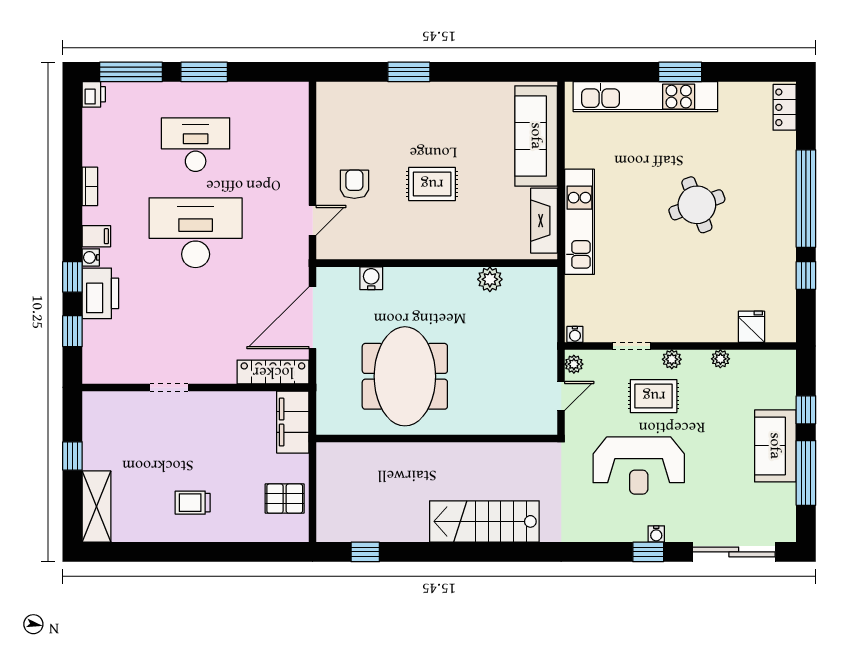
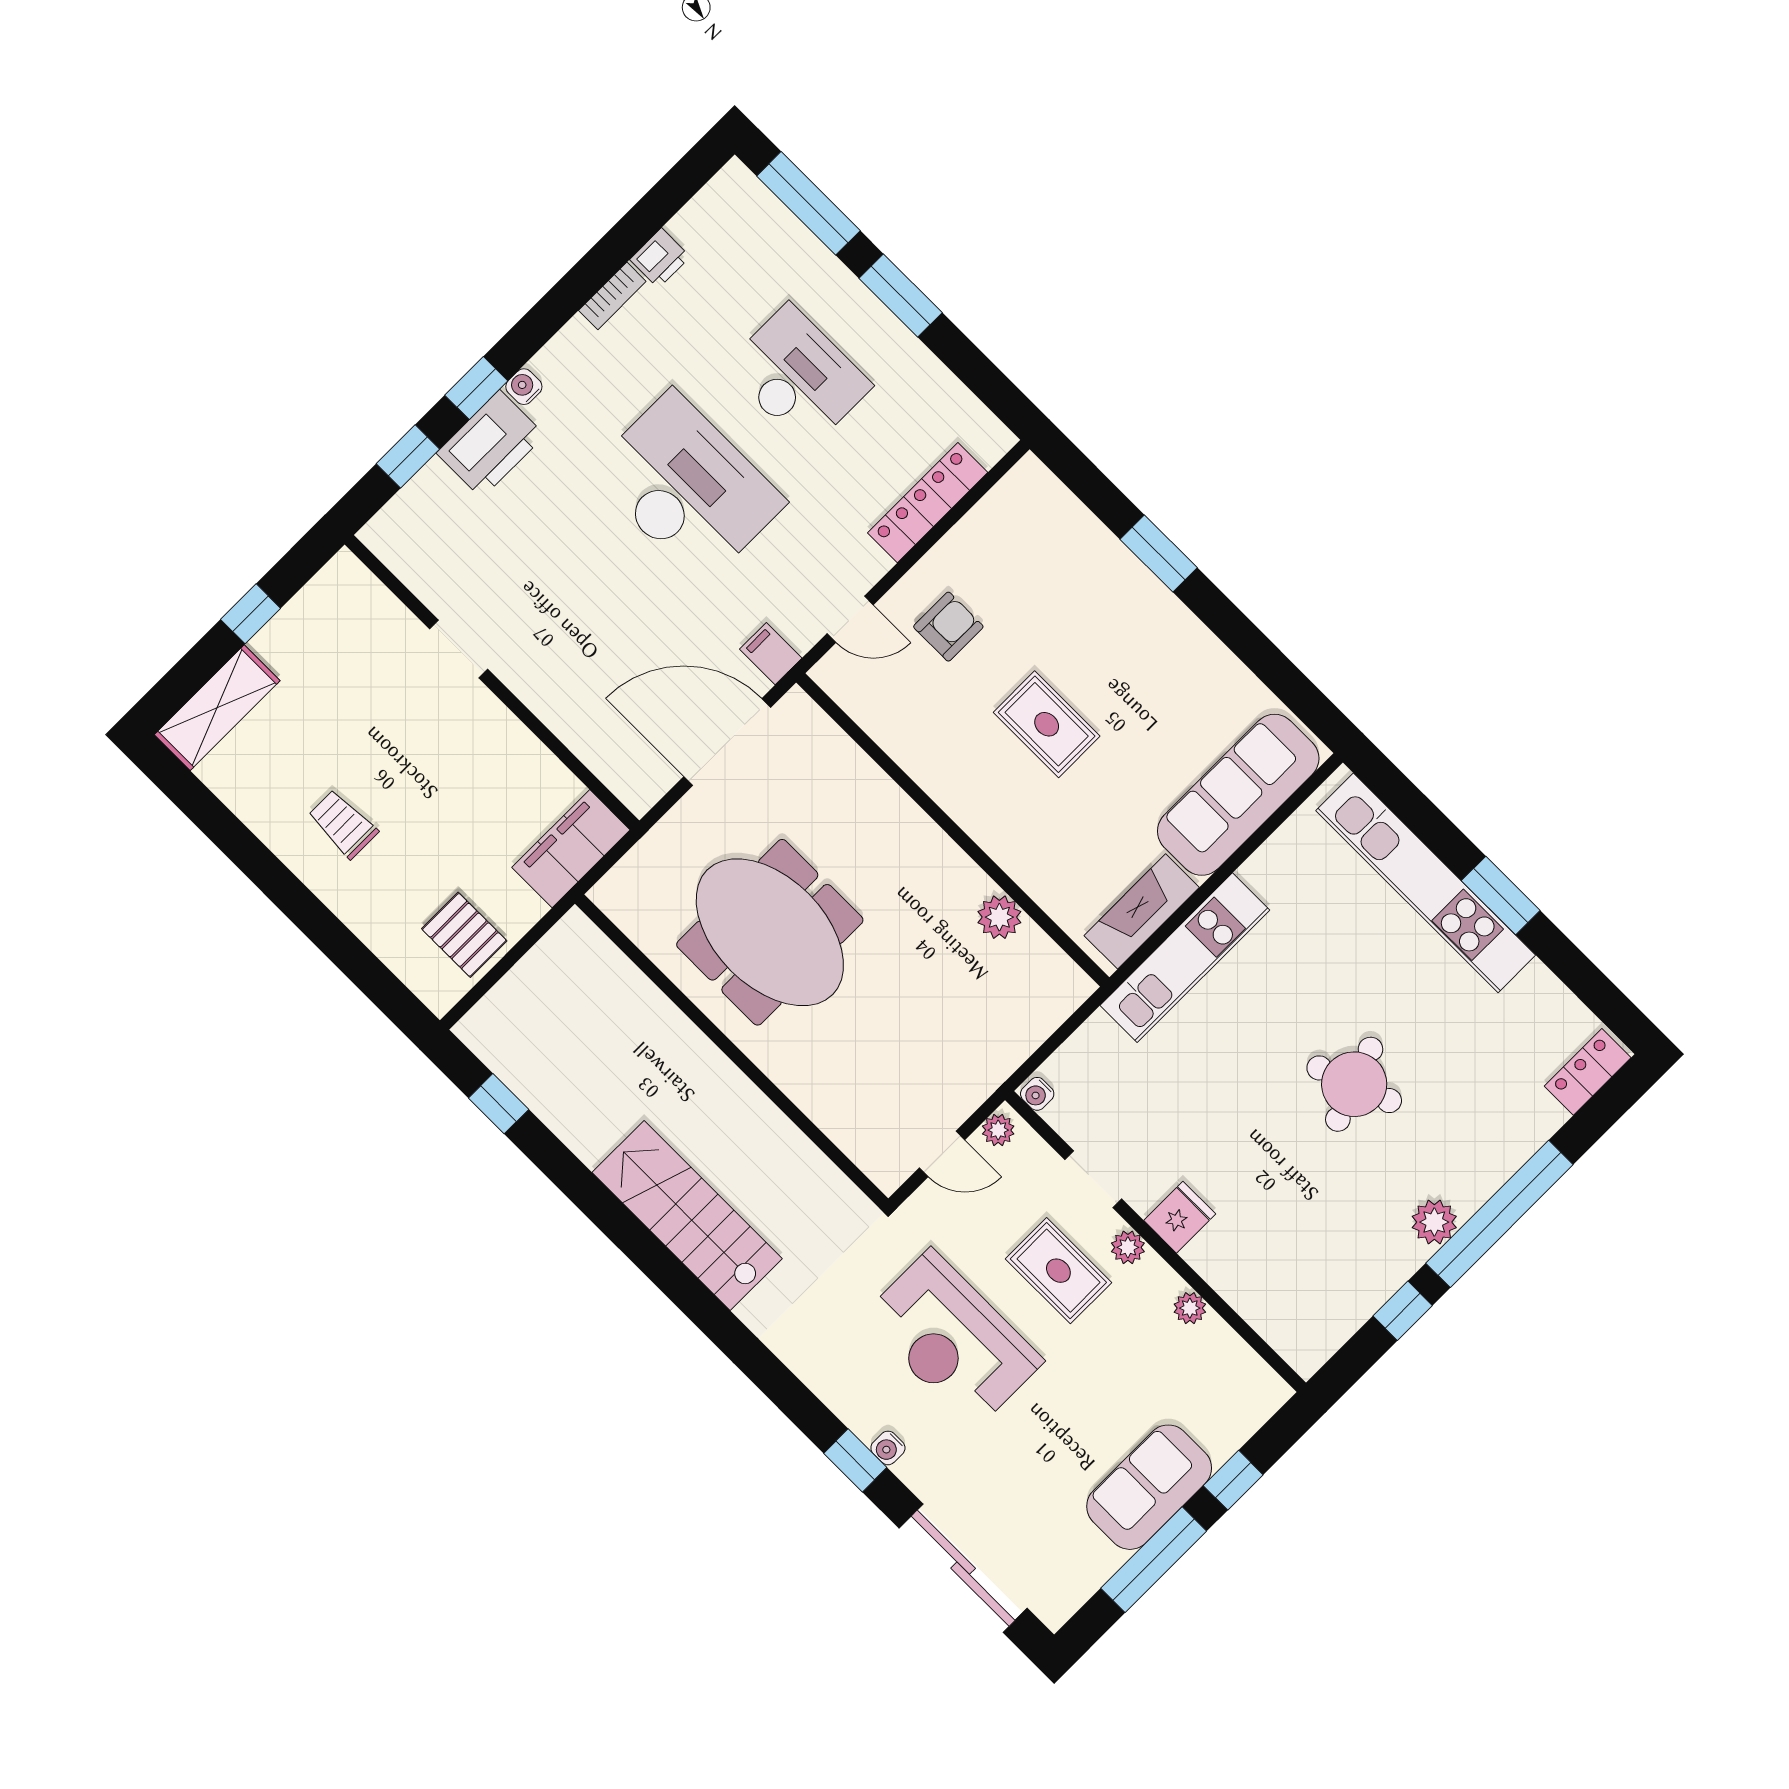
printer: (94, 94) -> (660, 258), moved
plant: (783, 228) -> (1434, 1222), added
filing cabinet: (96, 236) -> (771, 654), moved, turned 180
water cooler: (371, 278) -> (851, 766), removed
fridge: (751, 327) -> (1180, 1217), moved
locker: (273, 372) -> (928, 503), moved, turned -90
meeting table: (405, 376) -> (770, 932), turned 90

